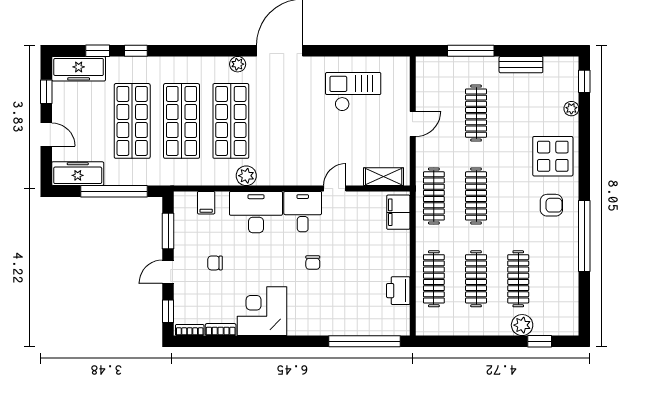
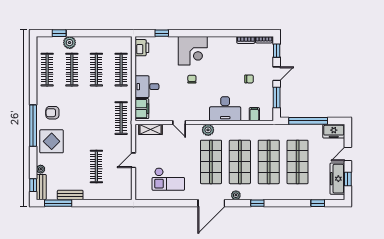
window: (136, 51) -> (257, 203), moved
window: (471, 51) -> (58, 203), moved
freezer: (79, 69) -> (337, 179), moved, turned -90
bench: (570, 78) -> (41, 187), added
shop shelf: (280, 121) -> (211, 162), added
door: (46, 134) -> (348, 154), hinge flipped
freezer: (78, 174) -> (334, 131), width x0.71
plant: (246, 176) -> (208, 130), moved
door: (335, 188) -> (179, 122), hinge flipped
clothes rail: (476, 196) -> (47, 70), moved
desk: (303, 212) -> (147, 87), moved, turned 90
window: (584, 236) -> (33, 126), moved
printer: (398, 291) -> (142, 48), moved
corner desk: (262, 311) -> (193, 51), moved
window: (365, 341) -> (162, 33), width x0.32

